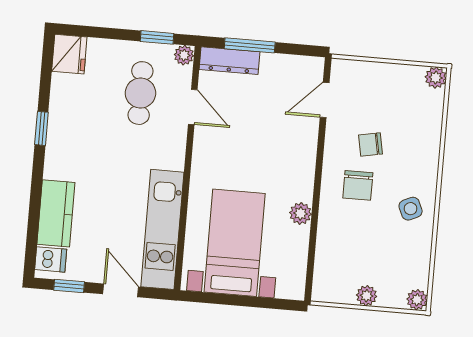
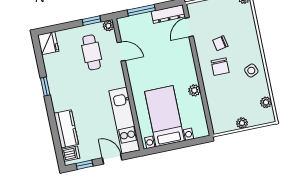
dresser: (230, 61) -> (168, 14), moved
plant: (417, 300) -> (266, 102), moved

